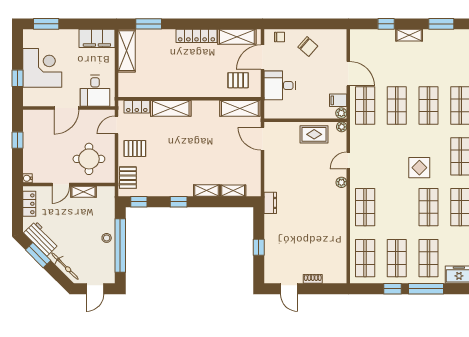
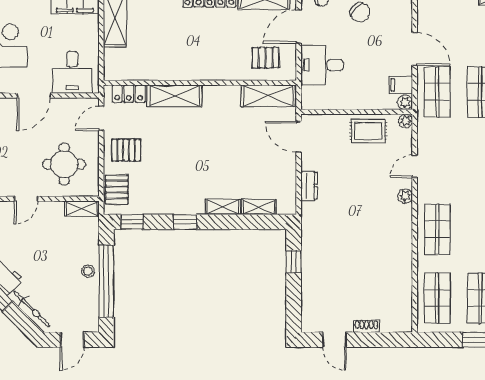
shelving: (83, 192) -> (82, 209), moved
dresser: (270, 203) -> (309, 186), moved
window: (259, 247) -> (294, 262), moved

